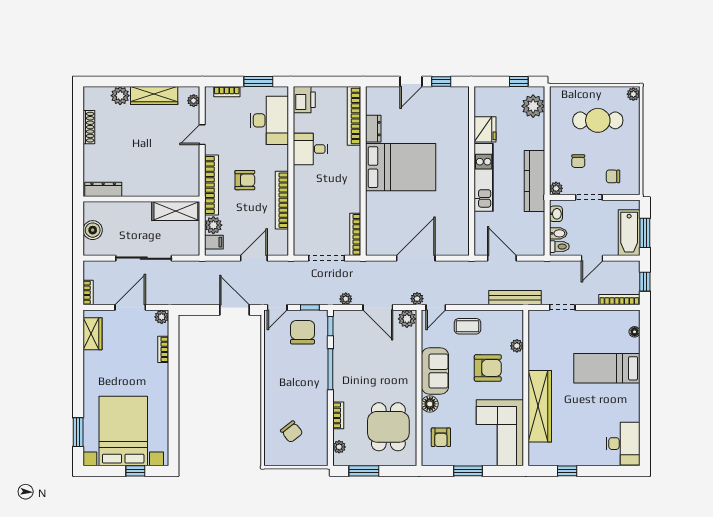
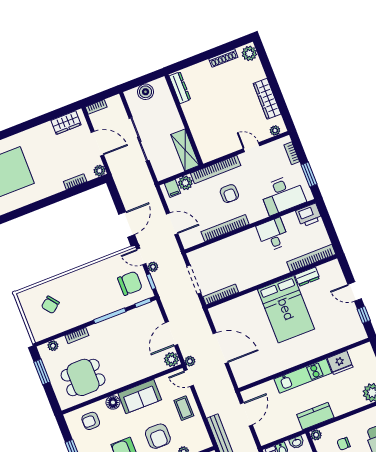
plant: (120, 96) -> (249, 53), moved
kitchen counter: (534, 181) -> (315, 416), width x0.67
plant: (346, 299) -> (153, 267), moved

